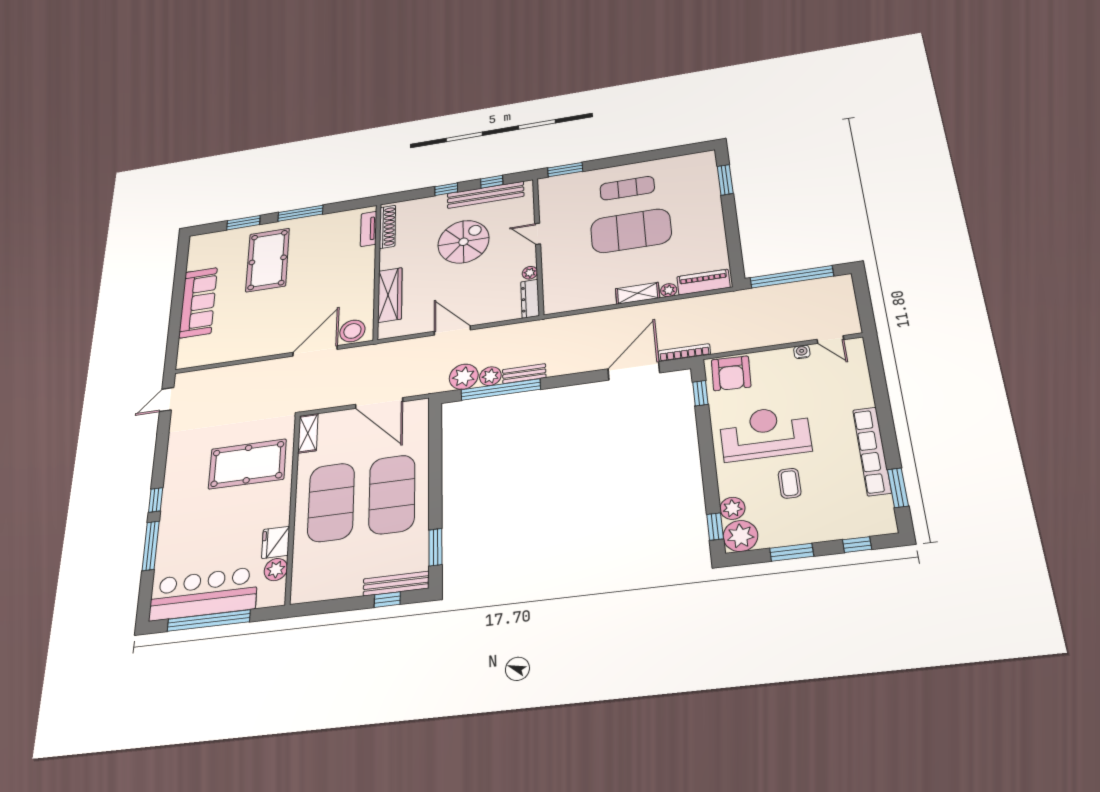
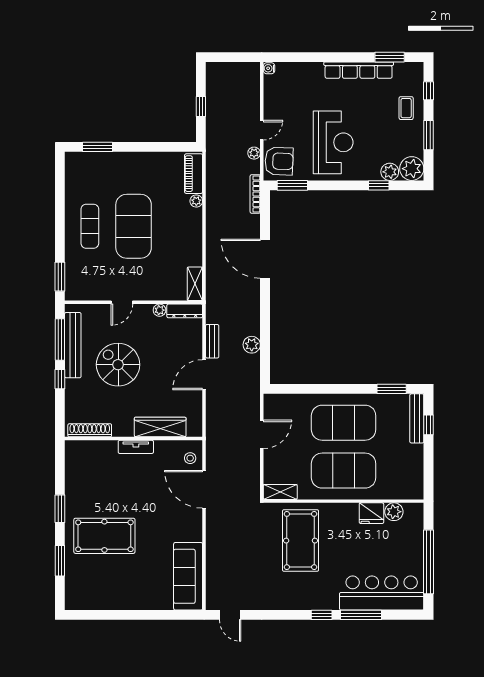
window: (492, 182) -> (60, 340), width x2.17
window: (300, 213) -> (60, 509), width x0.69
tv unit: (369, 229) -> (136, 447), moved
window: (792, 277) -> (201, 107), width x0.32
shelving: (638, 293) -> (195, 284), moved
sofa: (198, 303) -> (188, 576), moved, turned -90
stool: (352, 331) -> (190, 458), width x0.53, depth x0.53
door: (830, 340) -> (262, 130), moved
water cooler: (802, 352) -> (269, 68), moved
door: (634, 371) -> (265, 259), moved
bench: (524, 374) -> (212, 341), moved
plant: (464, 377) -> (254, 153), moved, width x0.53, depth x0.53
window: (501, 389) -> (265, 337), removed
window: (700, 393) -> (292, 185), width x1.50
door: (379, 403) -> (262, 434), width x0.73
reception desk: (765, 433) -> (333, 142), turned 180
coffee table: (790, 483) -> (406, 108), moved, turned 90
window: (715, 527) -> (379, 185), moved
bar counter: (203, 594) -> (382, 593), moved, turned 90

